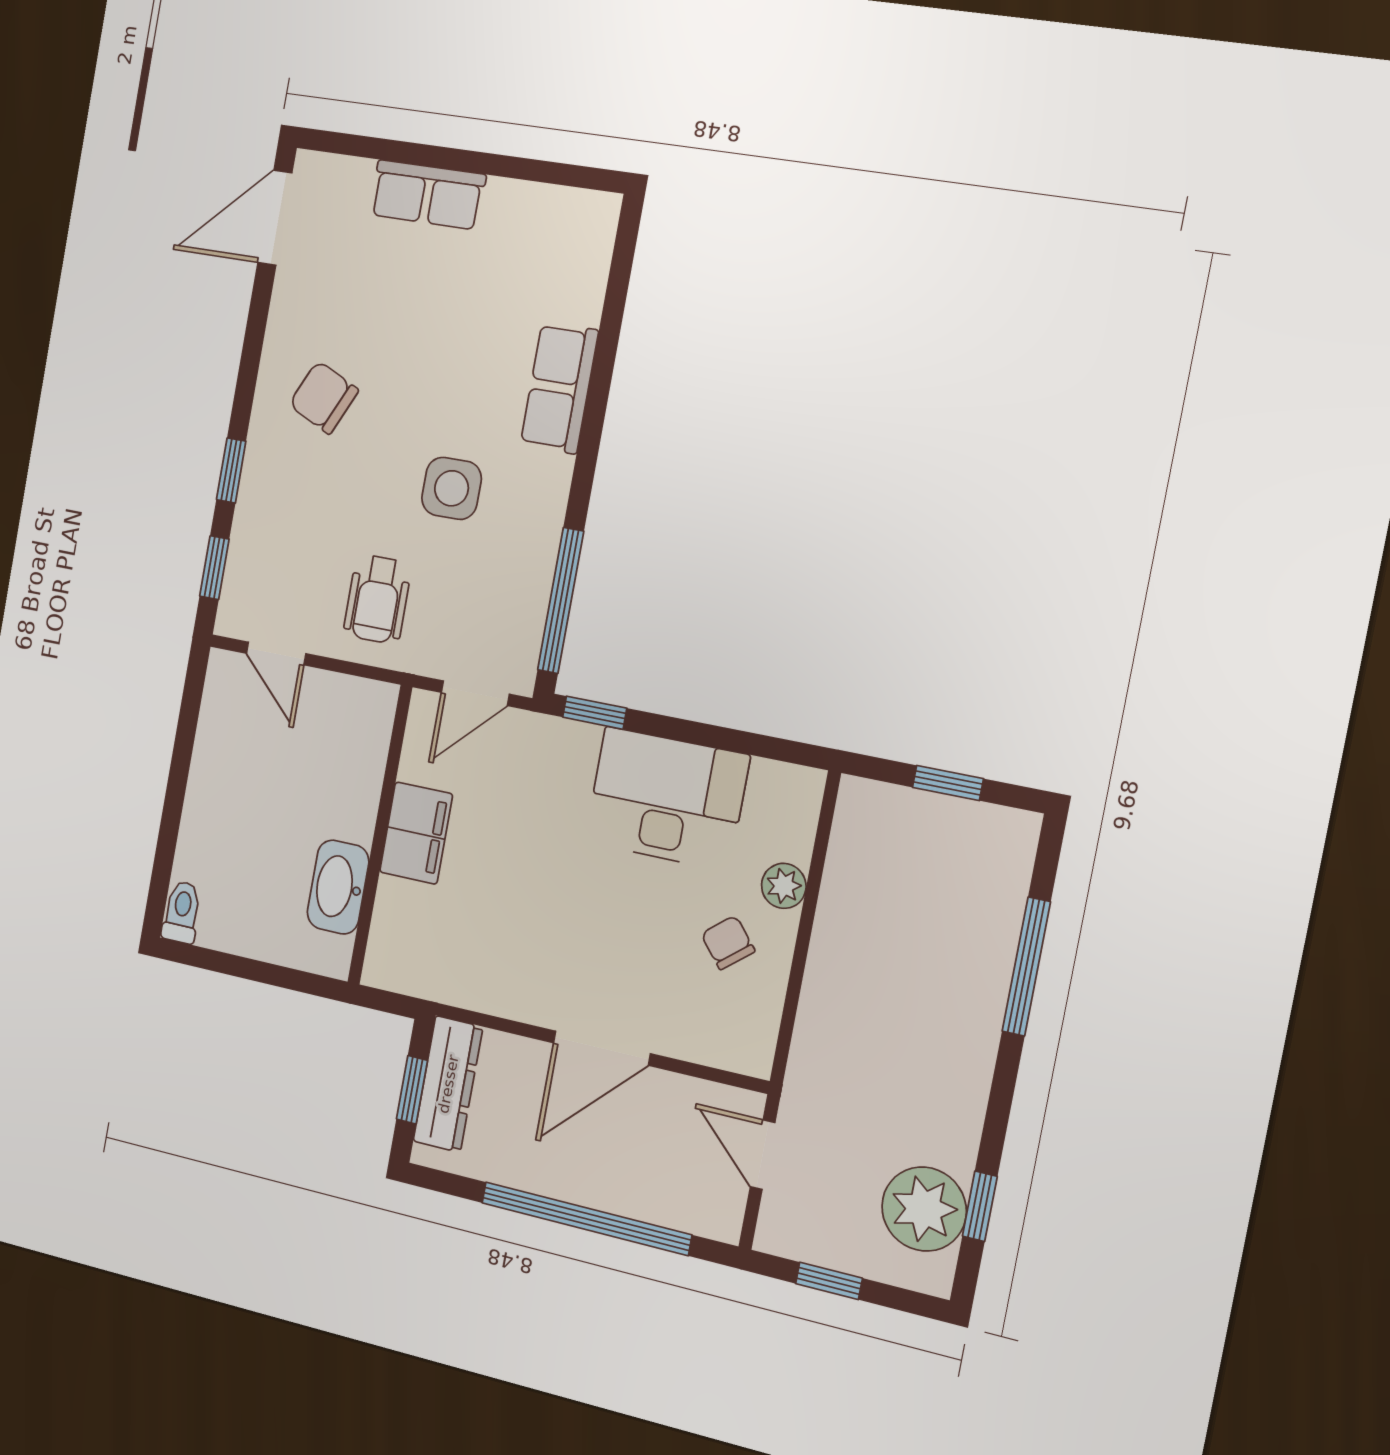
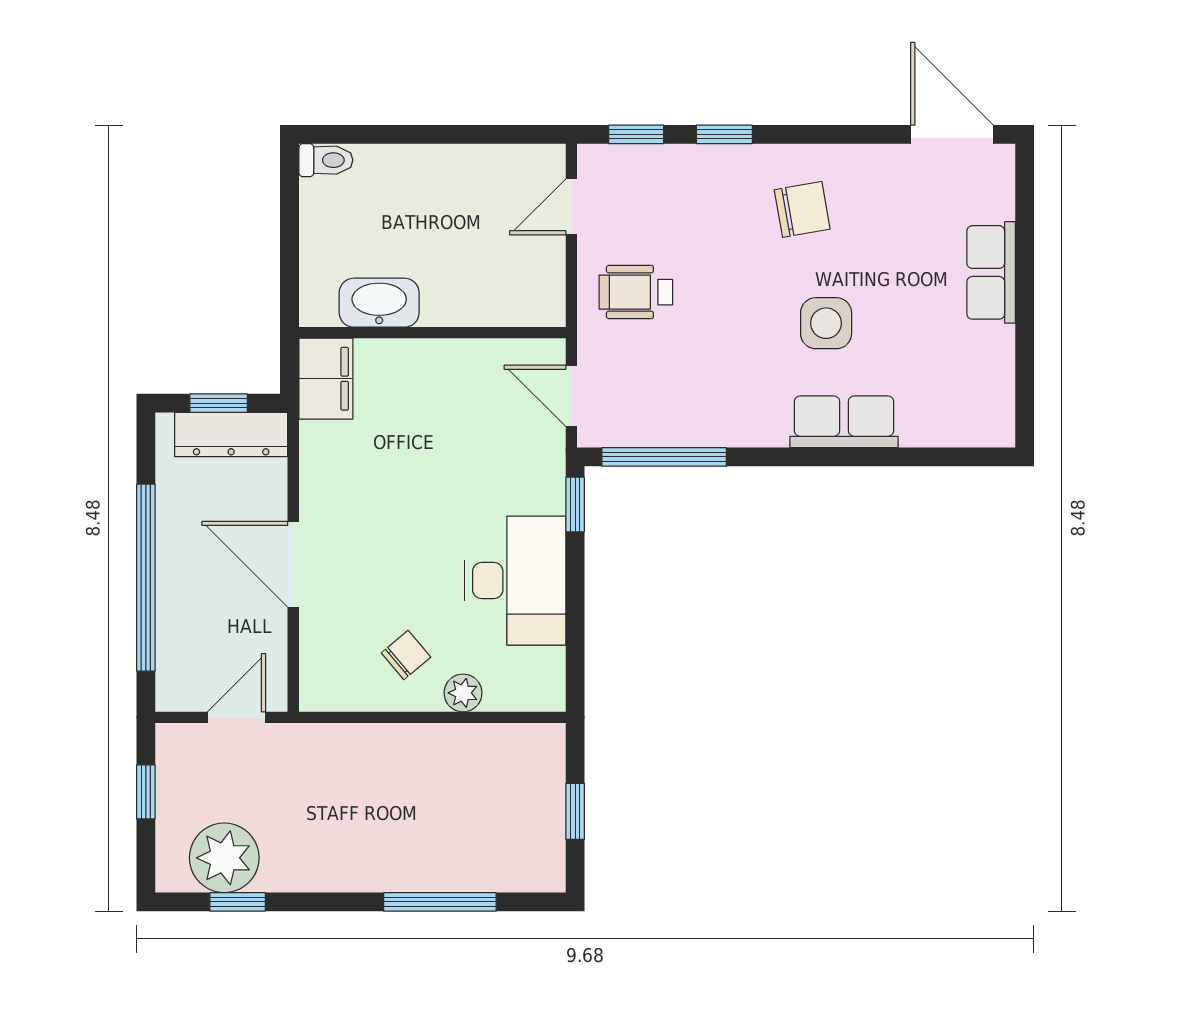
chair: (324, 397) -> (802, 209), turned 55
side table: (452, 488) -> (826, 323), moved
filing cabinet: (416, 833) -> (326, 379), moved, turned -90

